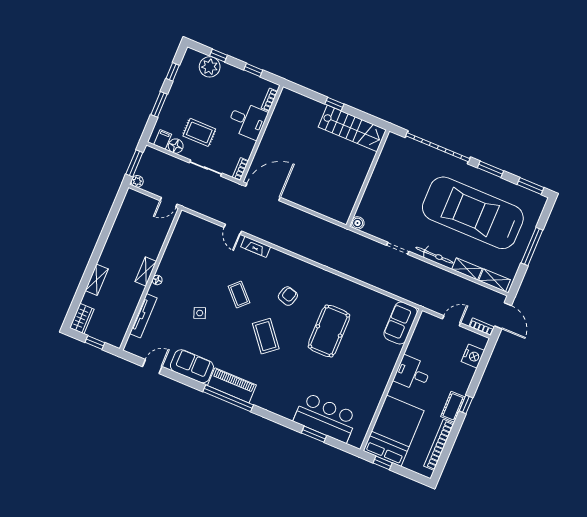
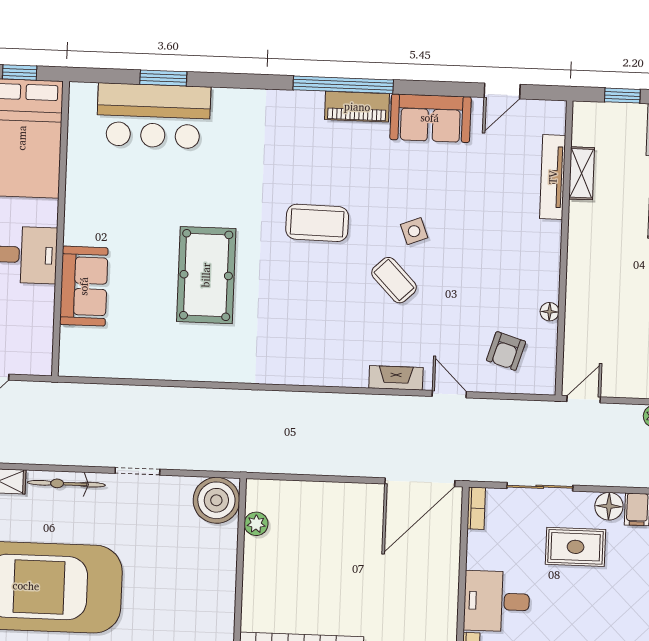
plant: (350, 201) -> (256, 524), added
boiler: (358, 223) -> (216, 500), width x1.86, depth x1.86
shelving: (146, 272) -> (582, 173), moved
floor lamp: (157, 280) -> (550, 312), moved
armchair: (288, 296) -> (506, 351), moved
side table: (200, 313) -> (414, 231), moved
sofa: (401, 323) -> (84, 286), moved
coffee table: (266, 336) -> (317, 223), turned -50
piano: (232, 385) -> (357, 107), width x0.73, depth x0.75

